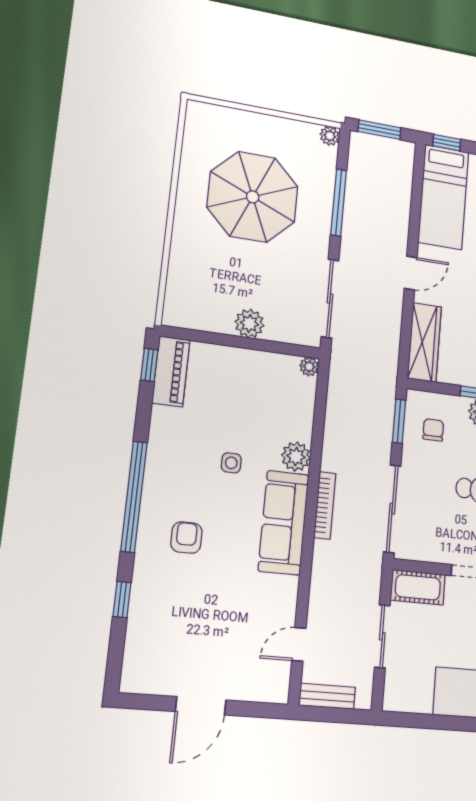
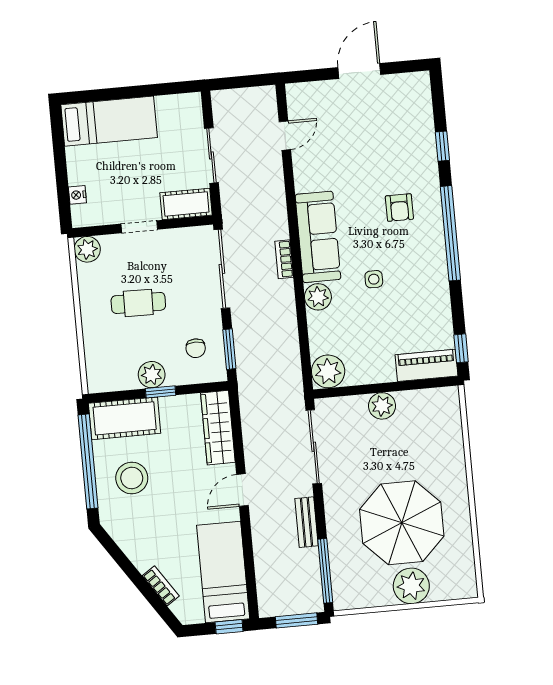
plant: (330, 136) -> (411, 586), moved, width x1.87, depth x1.87
window: (339, 202) -> (325, 571), moved
plant: (309, 367) -> (328, 371), width x1.88, depth x1.88
piano: (171, 371) -> (426, 365), moved, turned 90
bookcase: (325, 505) -> (284, 259), width x0.64
bench: (327, 696) -> (307, 522), moved, turned 90

